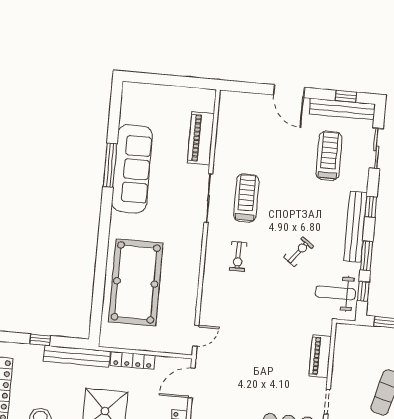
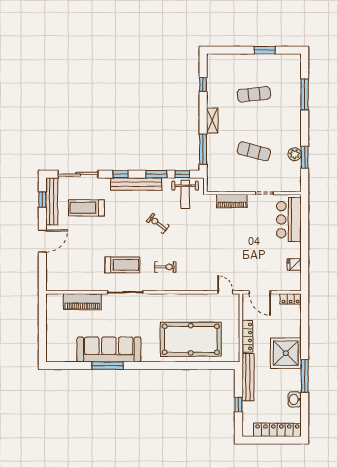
sliding door: (376, 148) -> (78, 174), width x1.37
treadmill: (246, 198) -> (122, 265), turned 180

